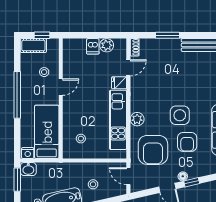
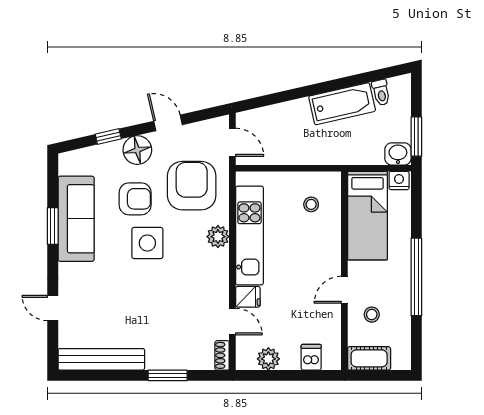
window: (42, 35) -> (375, 375), removed
cot: (33, 46) -> (369, 358), moved
dishwasher: (93, 46) -> (311, 357), moved
door: (128, 68) -> (232, 322), swing flipped
armchair: (187, 142) -> (135, 199), turned 90
floor lamp: (183, 176) -> (137, 150), width x1.89, depth x1.89
window: (192, 182) -> (108, 137), moved
stool: (93, 184) -> (291, 129), removed

